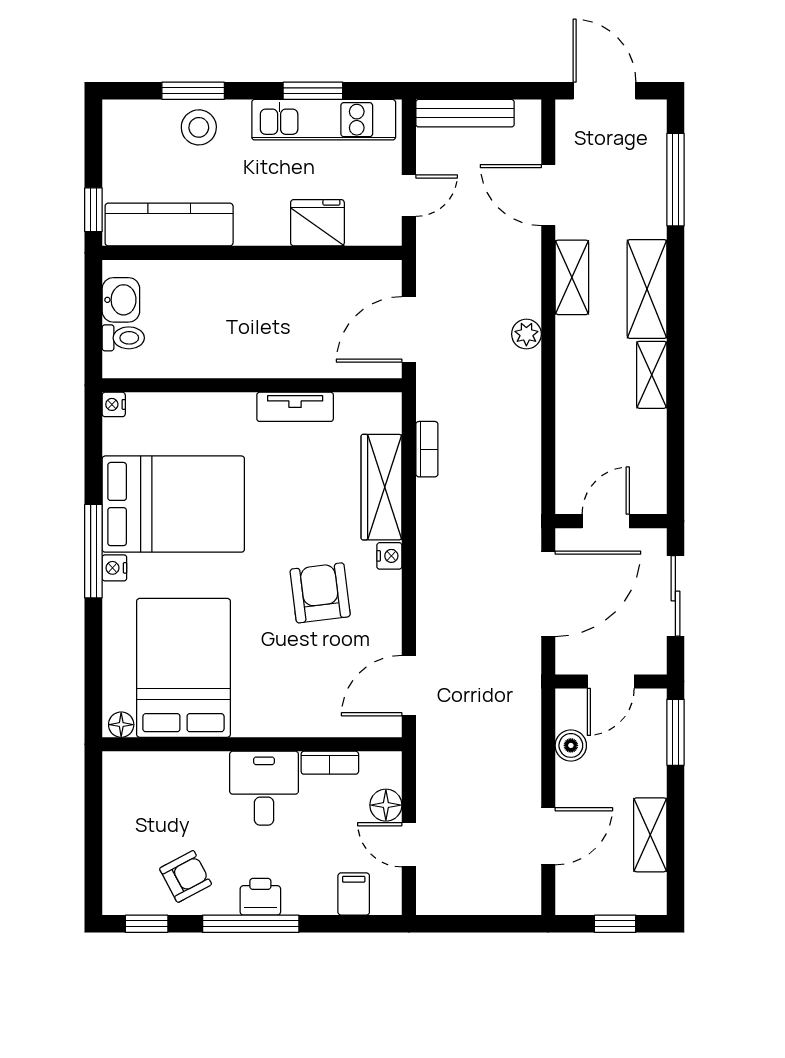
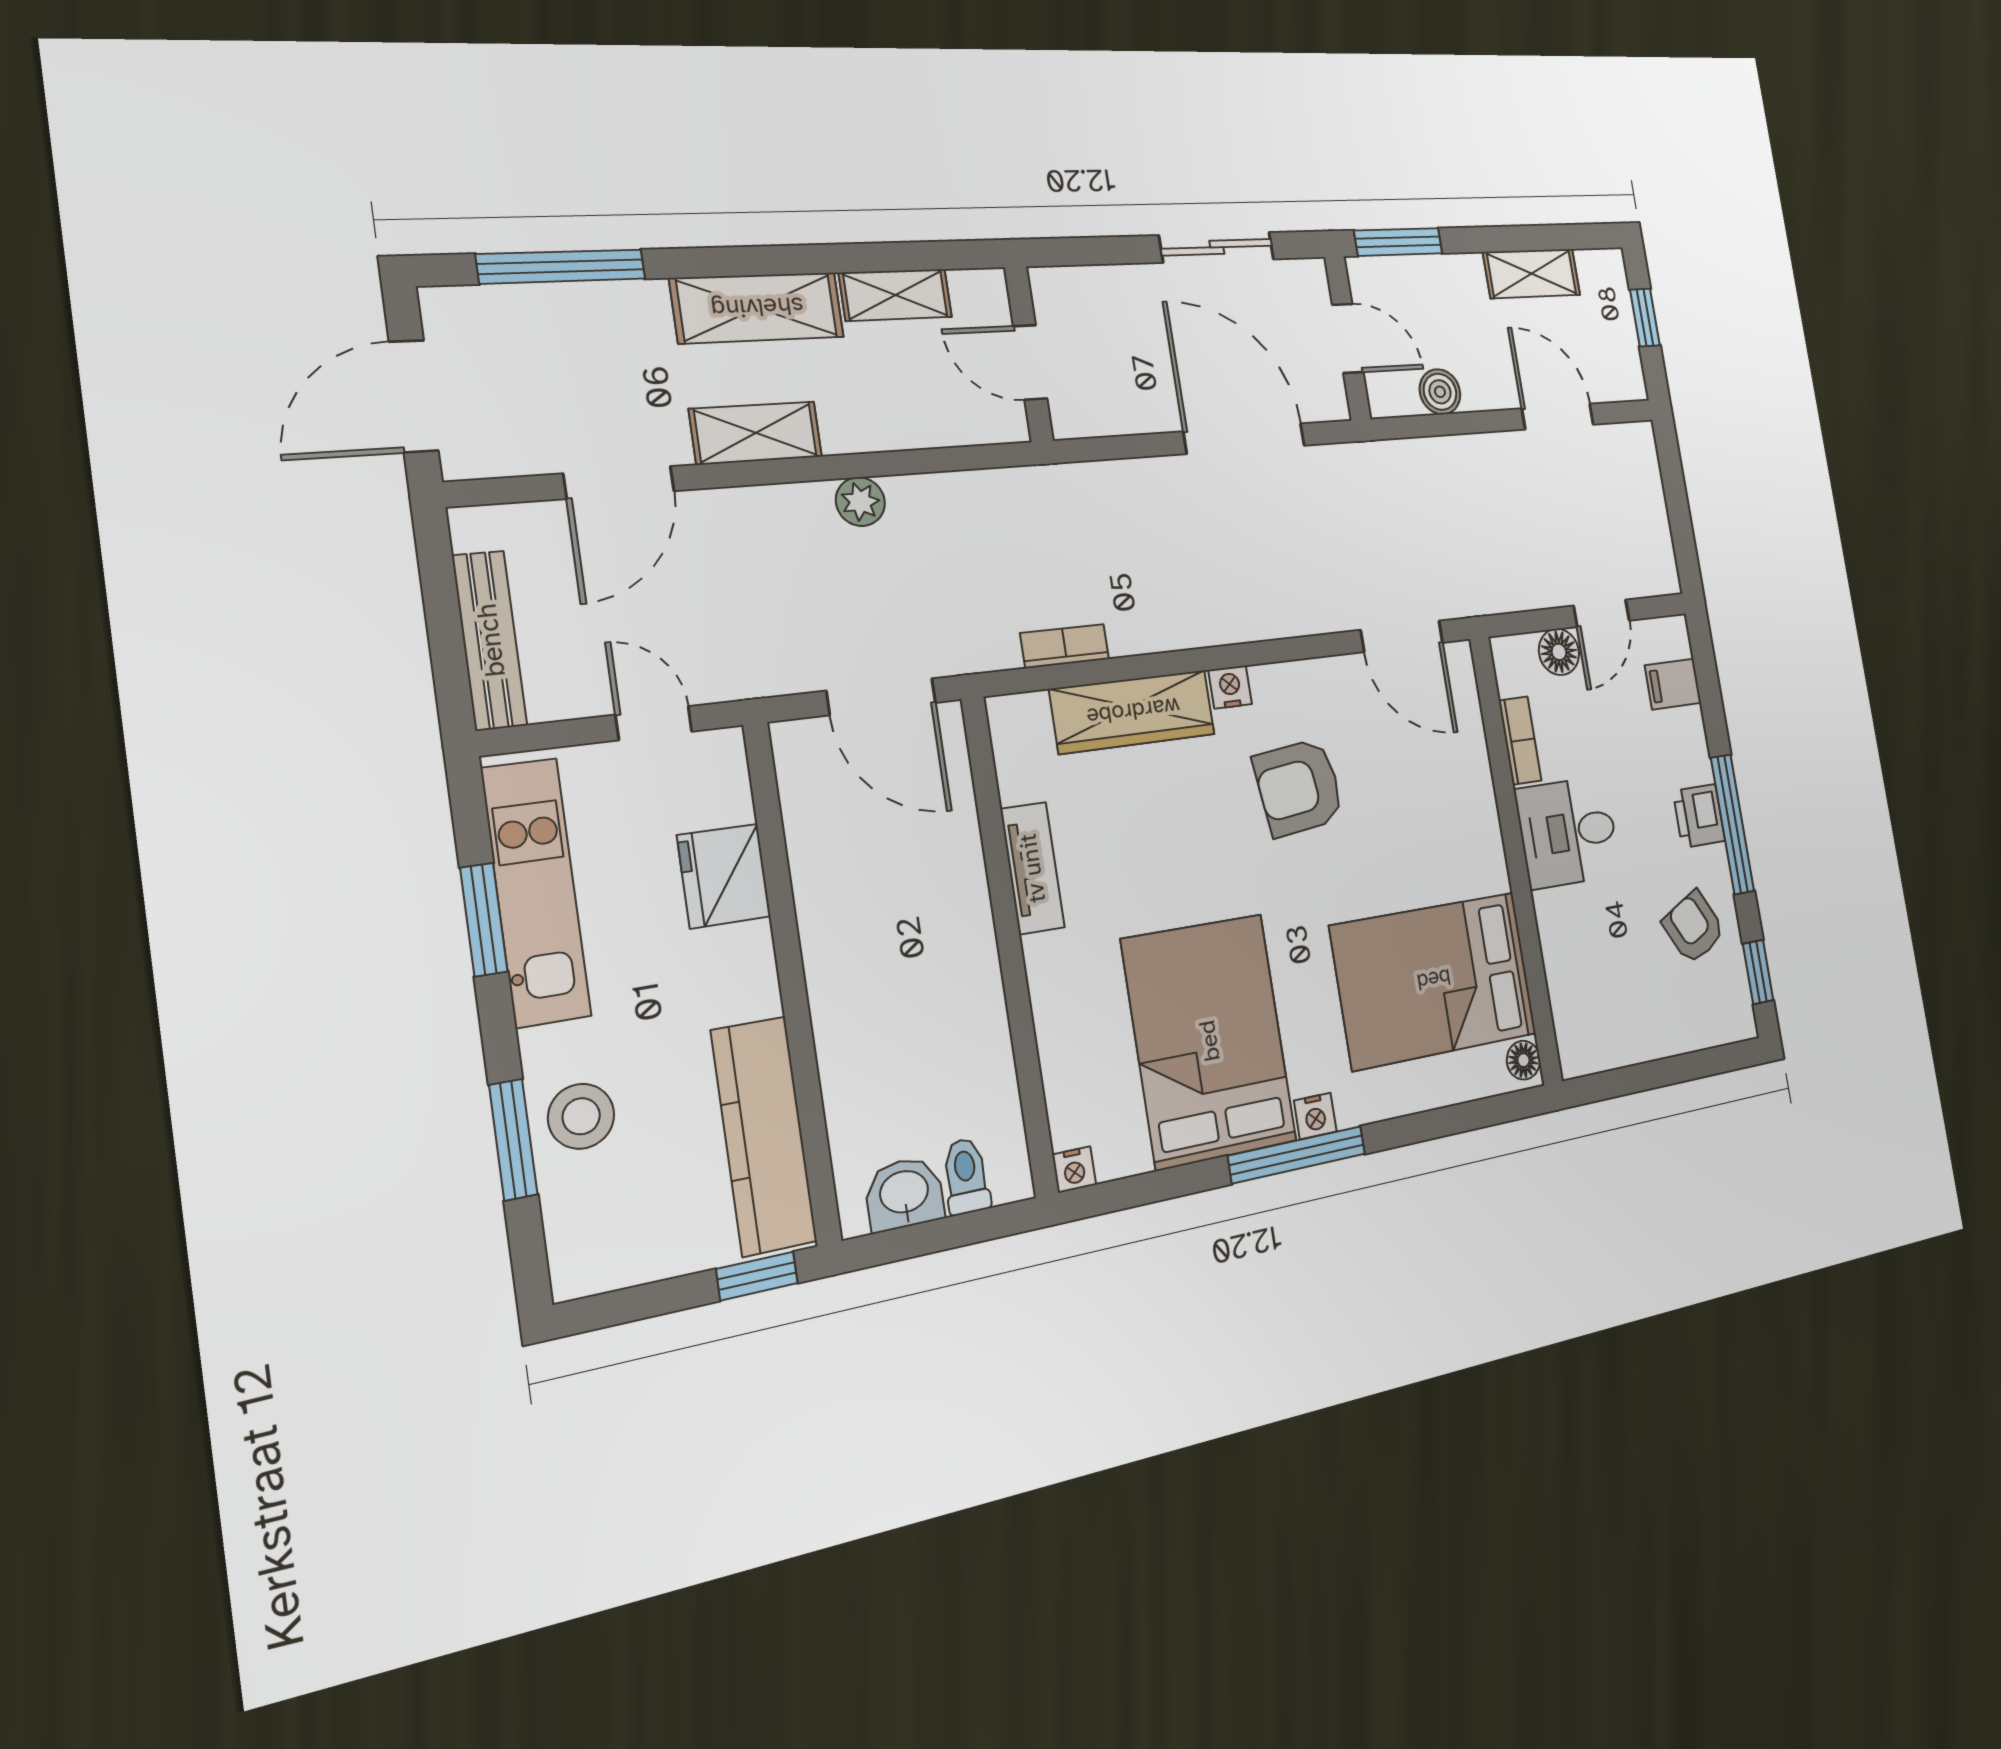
door: (606, 521) -> (1030, 362), moved
wall: (611, 521) -> (1029, 354), moved

